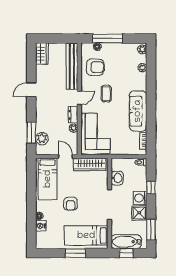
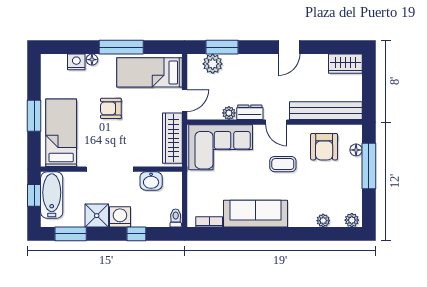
door: (31, 90) -> (289, 47), swing flipped
window: (31, 197) -> (121, 47), added

